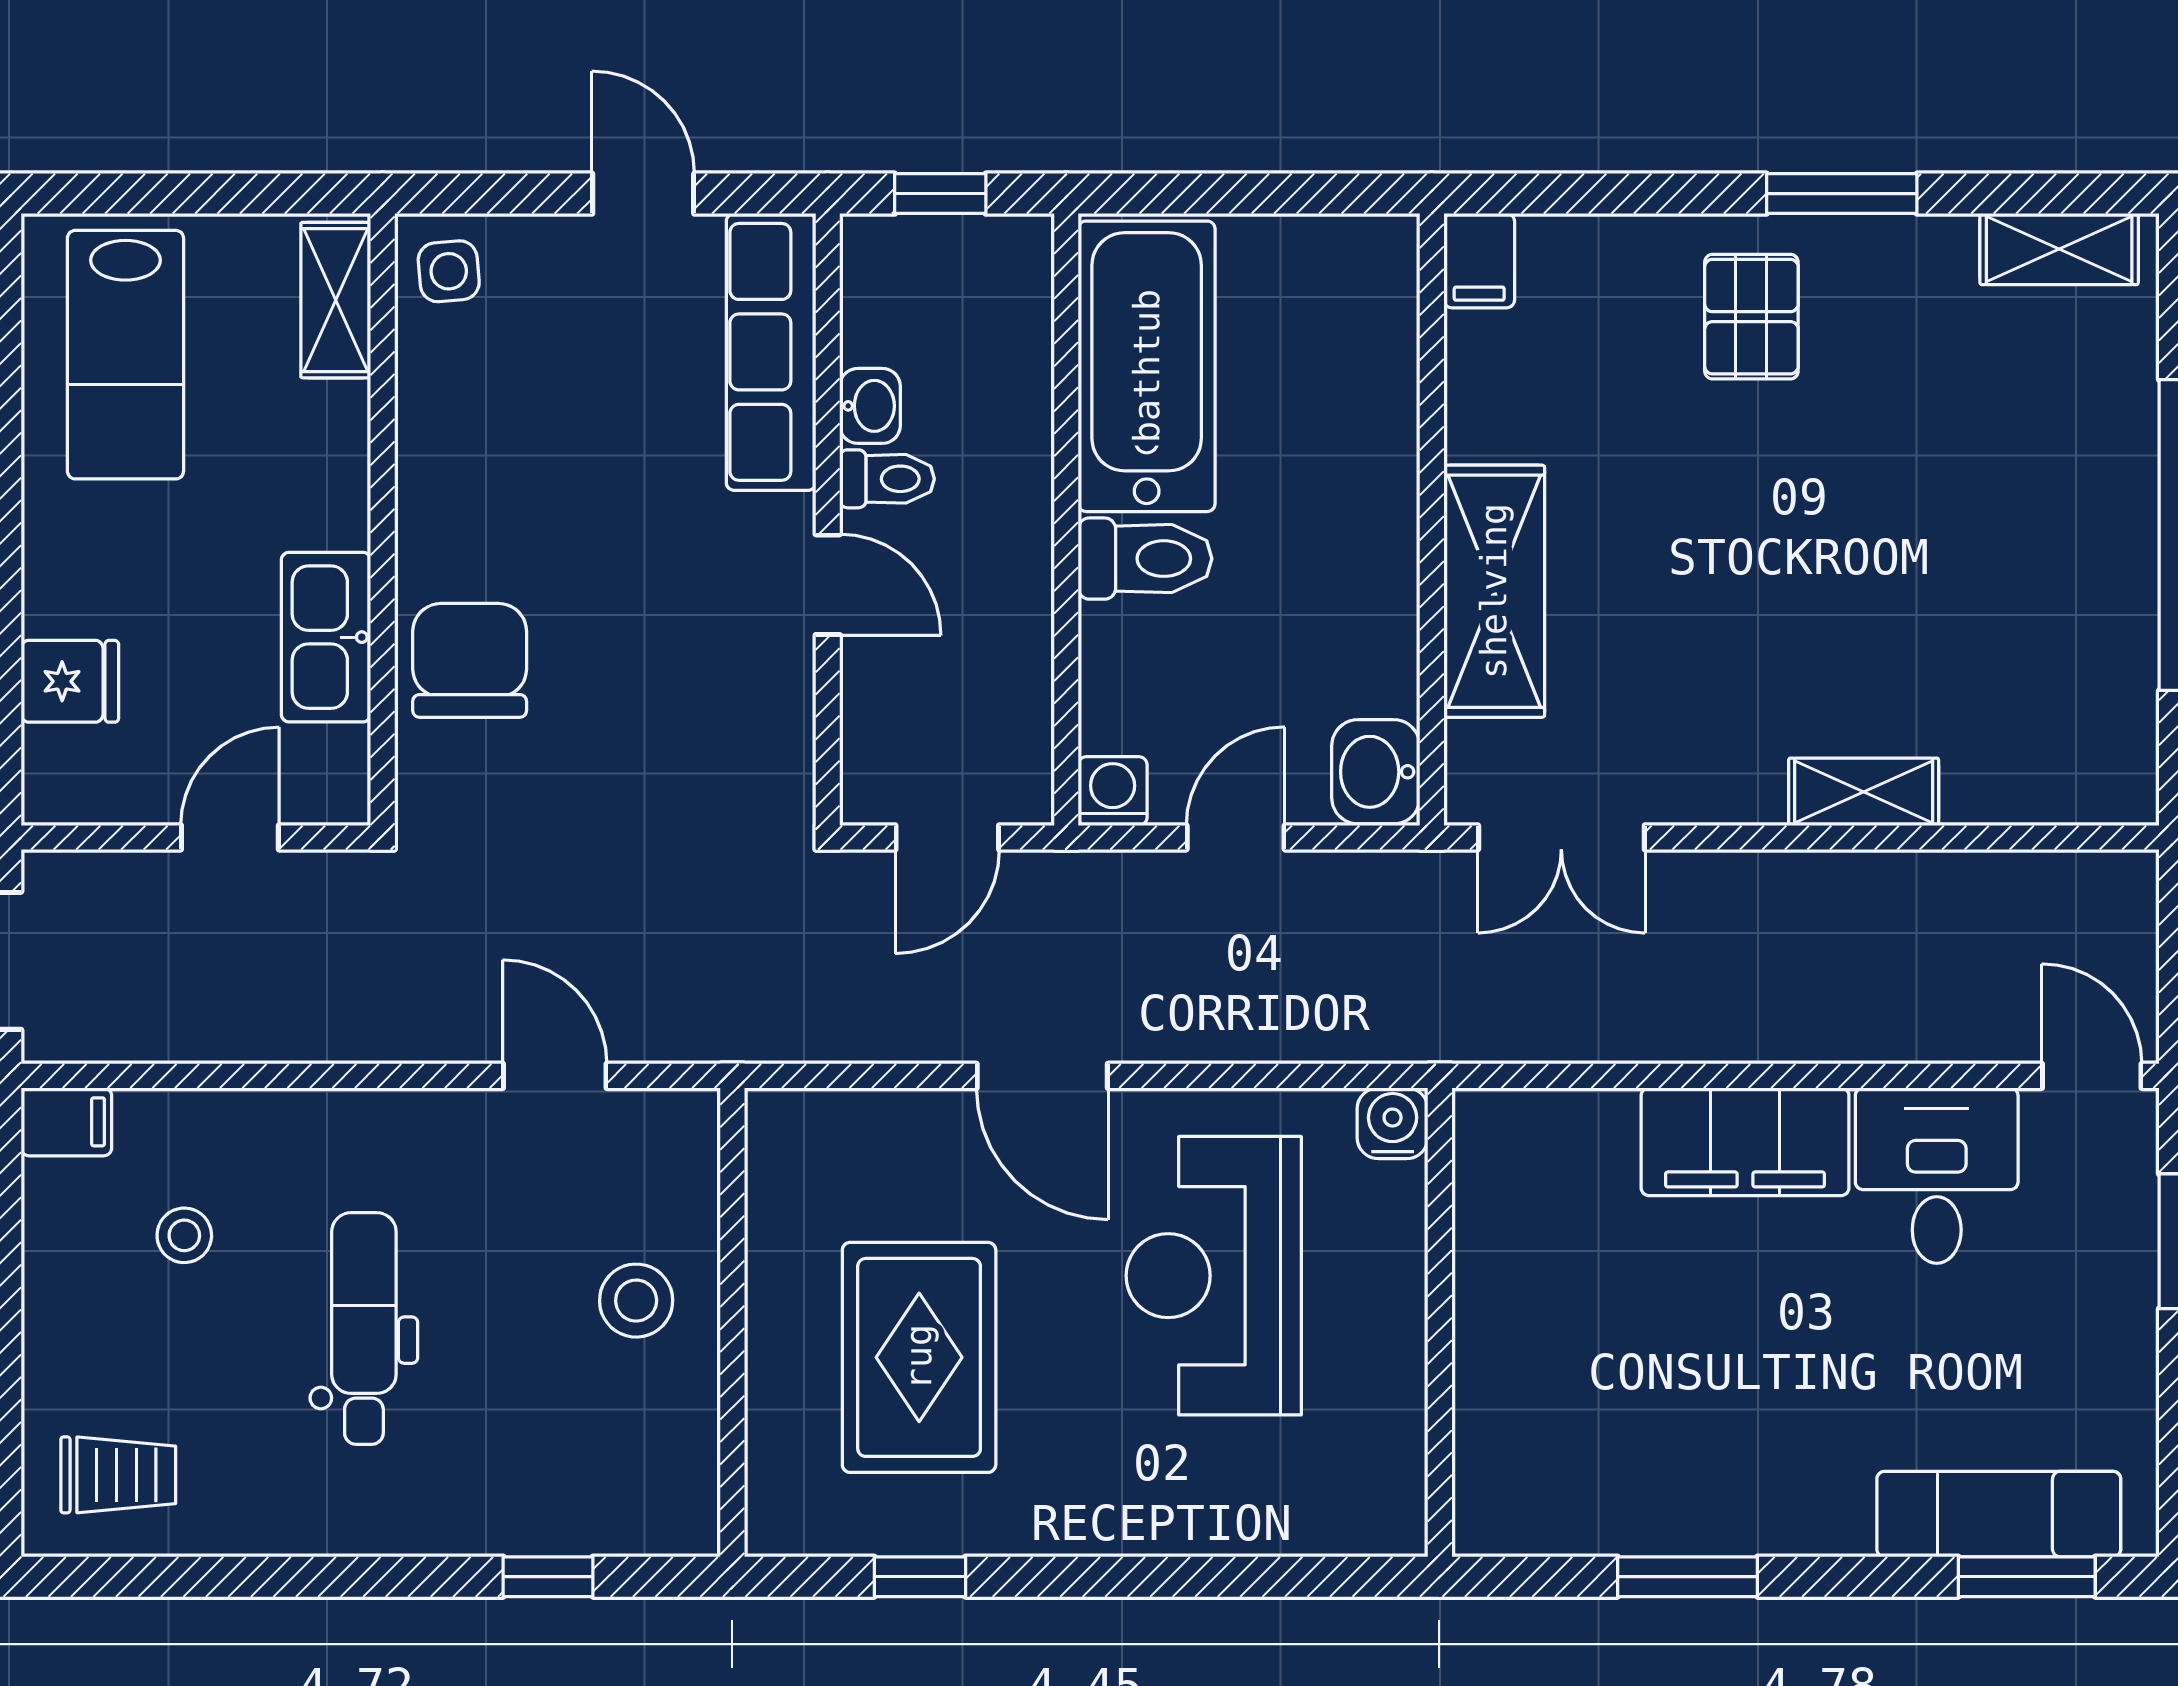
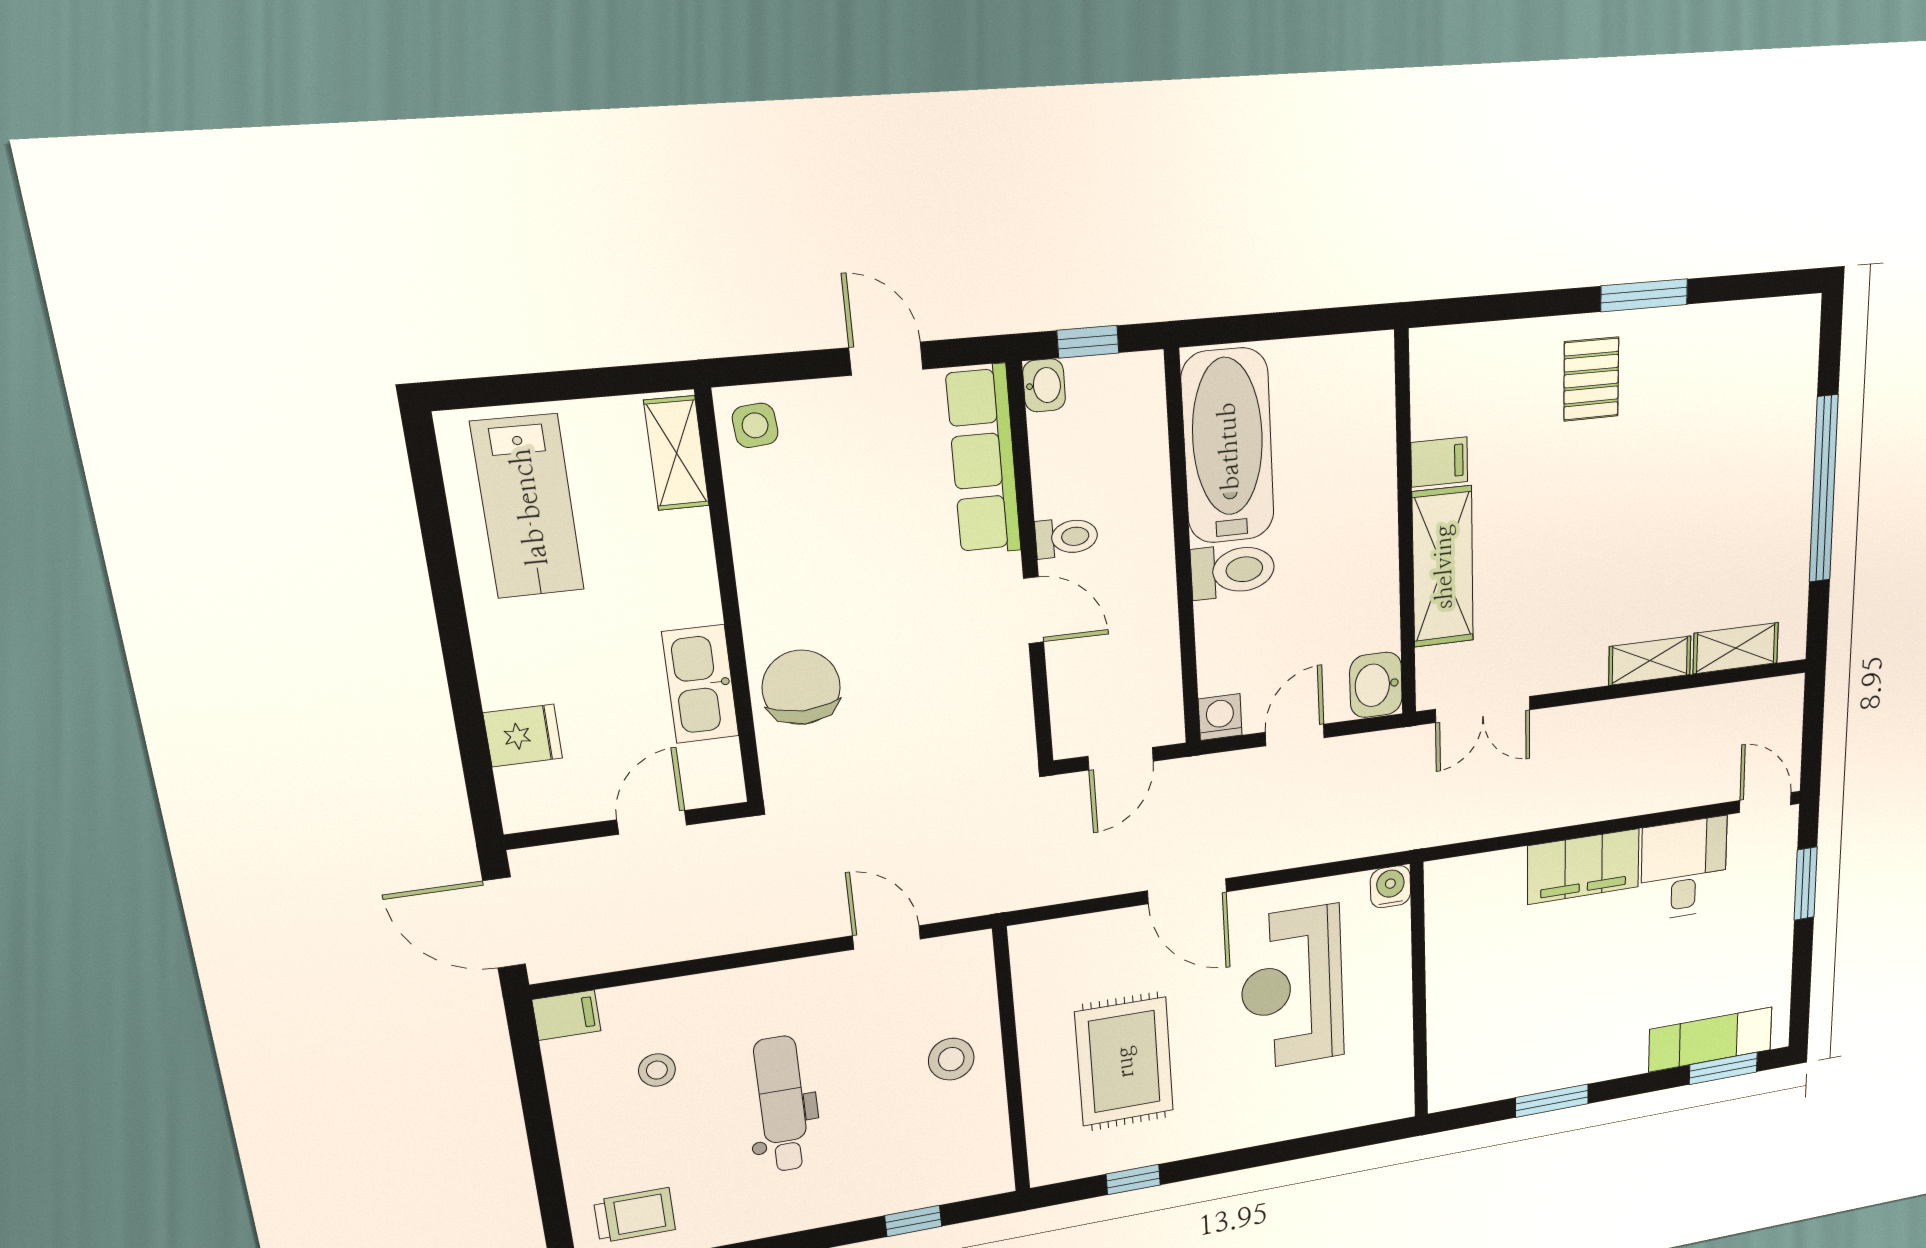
shelving: (2059, 249) -> (1736, 648), moved
filing cabinet: (1479, 261) -> (1439, 462), moved, turned -90
washbasin: (870, 406) -> (1044, 385), moved

